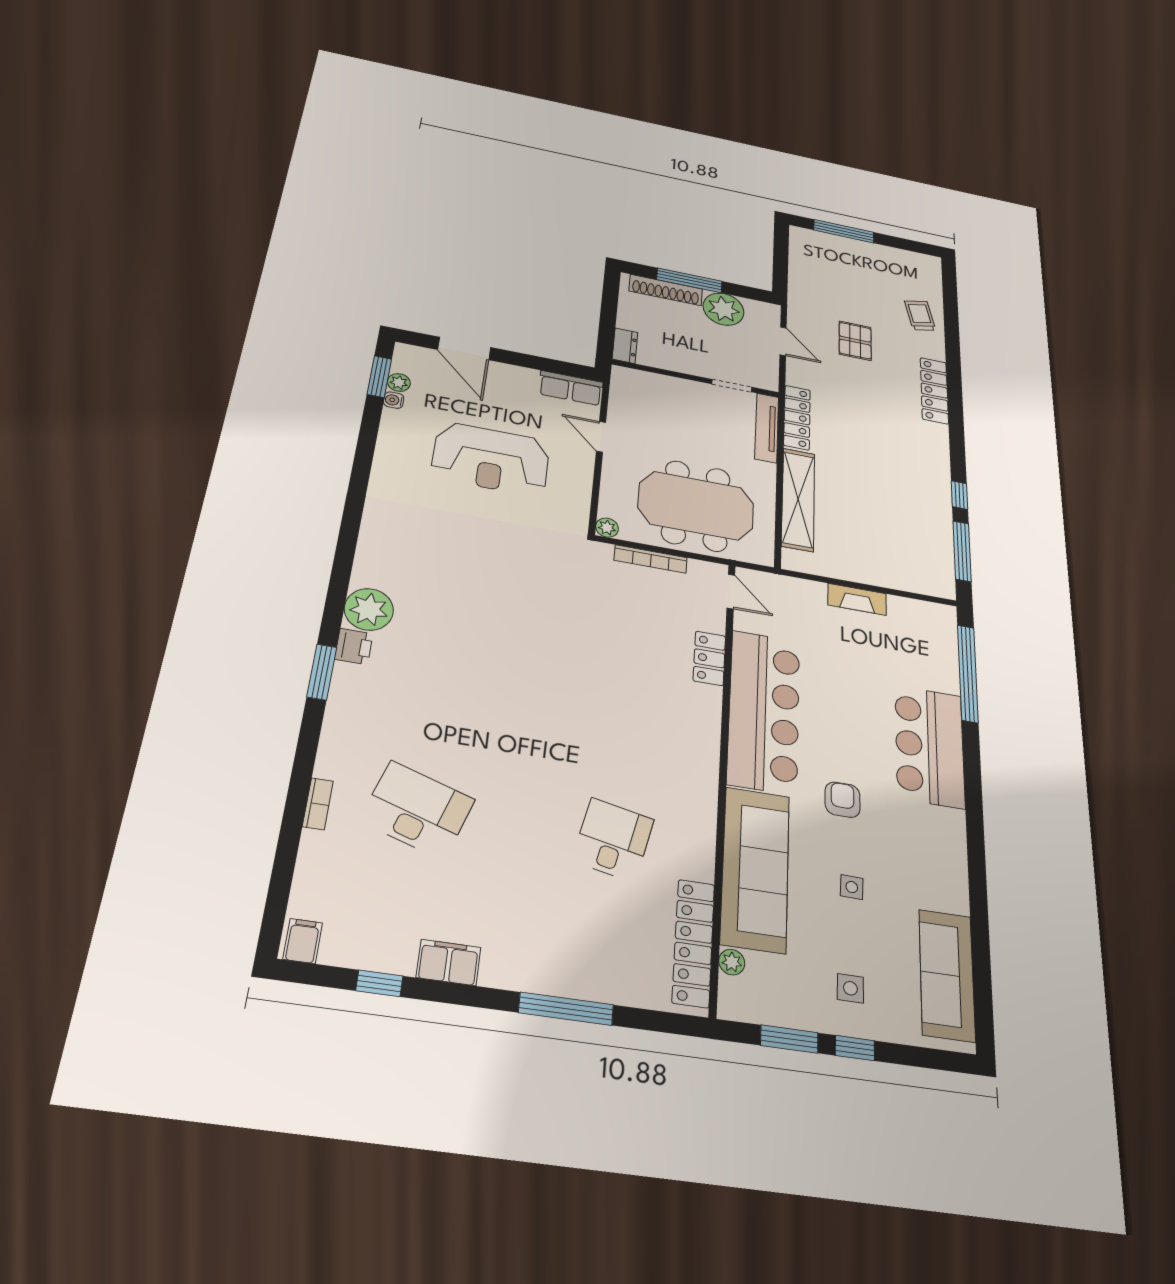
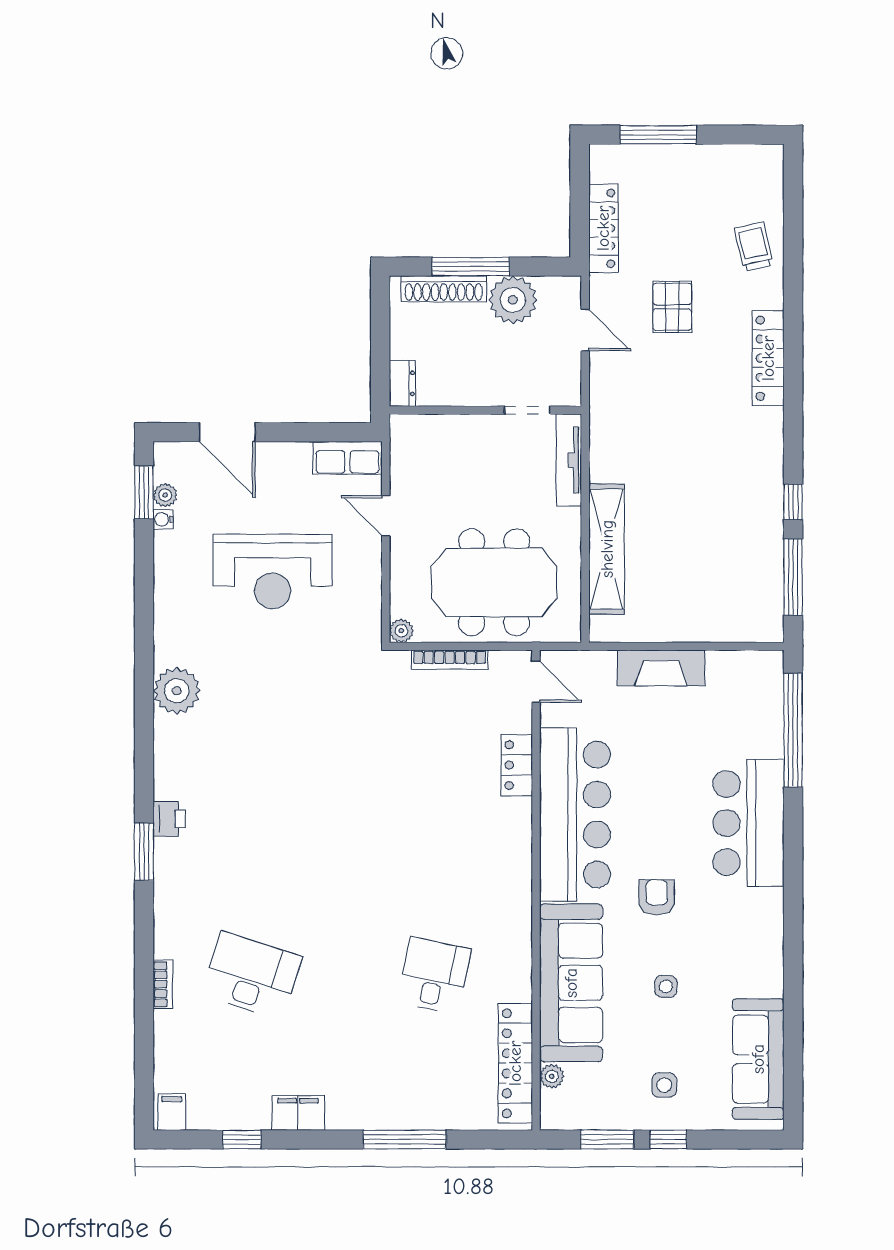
locker: (797, 418) -> (603, 228), moved
fireplace: (857, 599) -> (661, 668), width x1.37, depth x1.32
plant: (369, 609) -> (177, 691), moved

